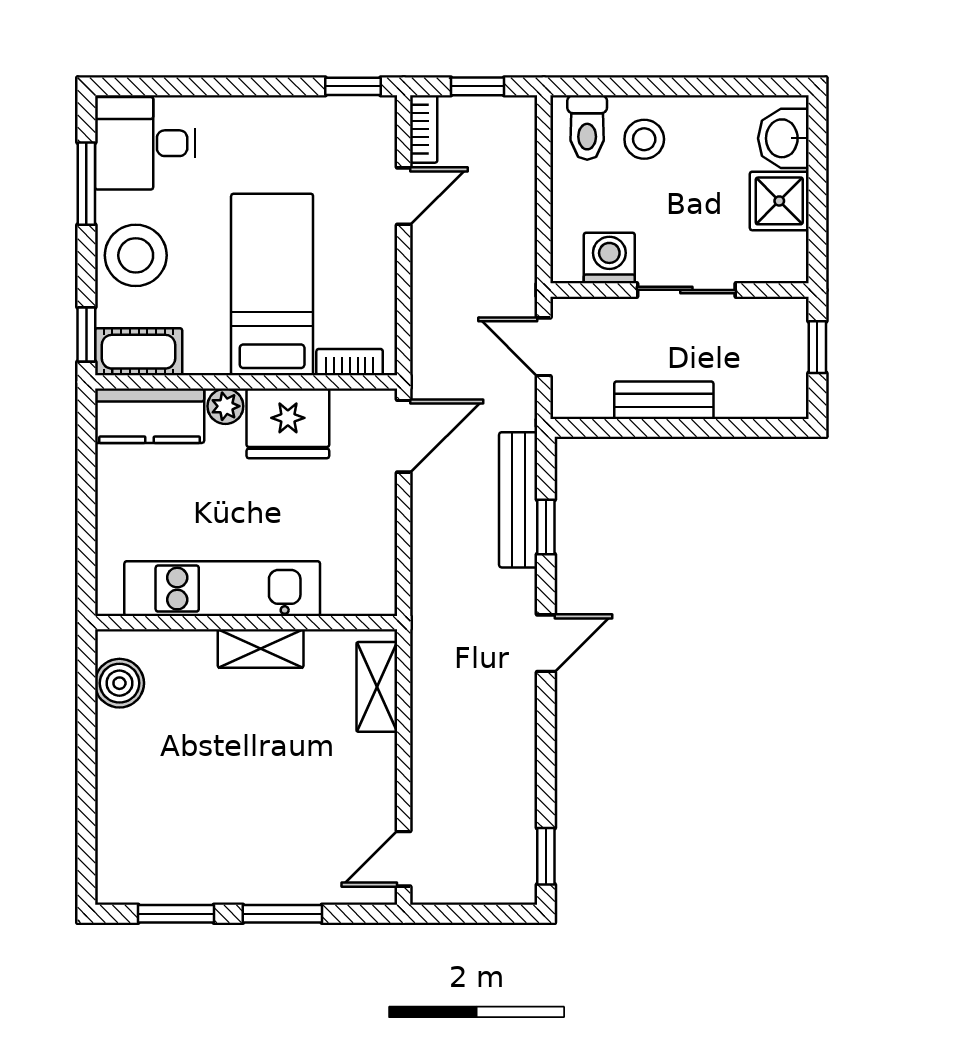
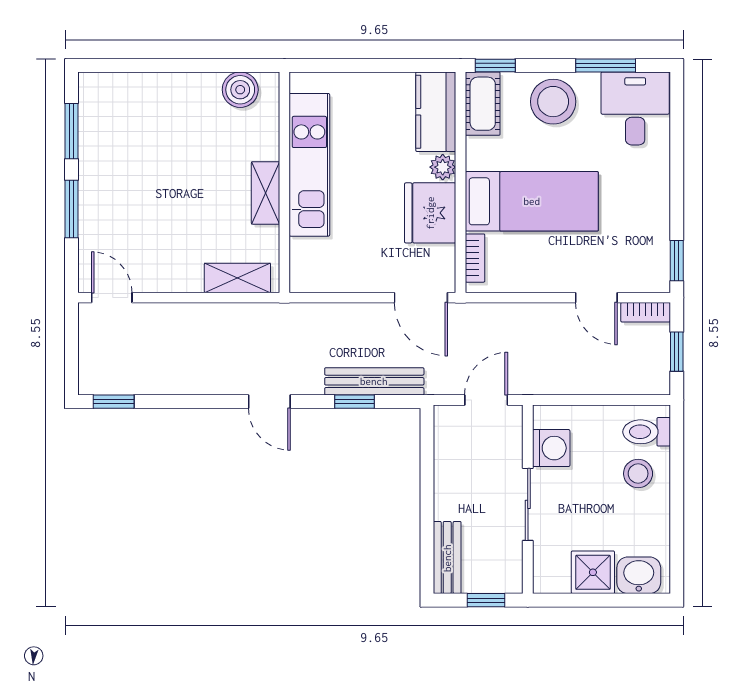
bench: (664, 400) -> (447, 558), moved

